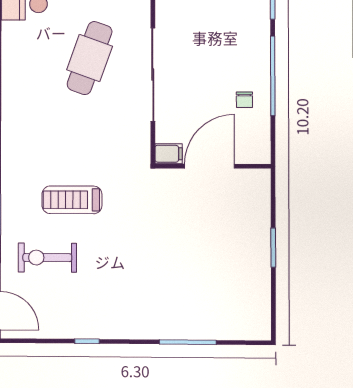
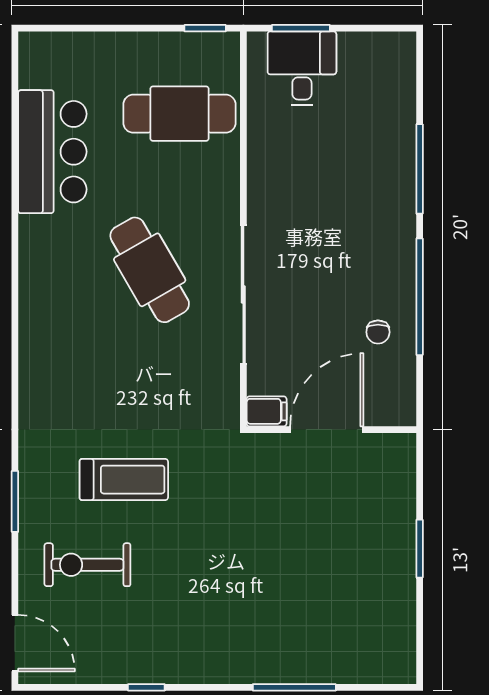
cafe table: (90, 58) -> (150, 270), turned -50
treadmill: (72, 200) -> (124, 480), turned 180

